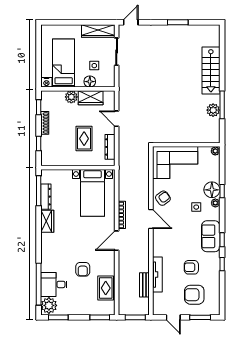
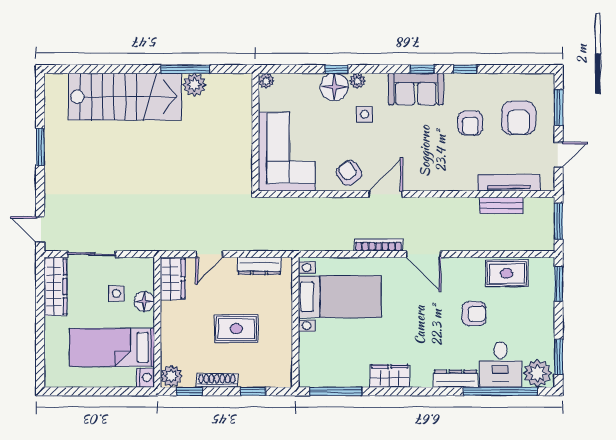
stairs: (211, 71) -> (125, 97), width x1.36, depth x1.51
plant: (71, 97) -> (171, 376), moved
wardrobe: (91, 98) -> (173, 279), moved
rug: (84, 139) -> (236, 329), moved
dresser: (46, 197) -> (455, 379), moved
tv unit: (157, 275) -> (509, 183), moved

